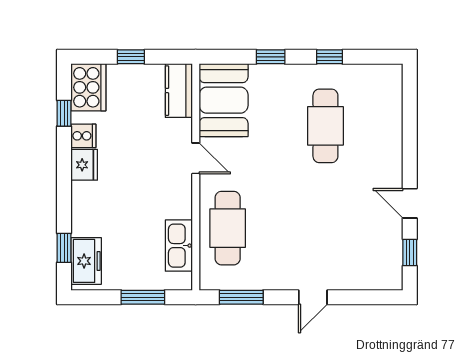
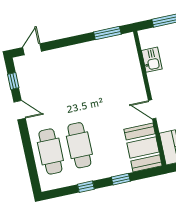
cafe table: (228, 228) -> (50, 152), moved
kitchen sink: (179, 246) -> (152, 60), width x0.73
door: (313, 297) -> (32, 49), moved

